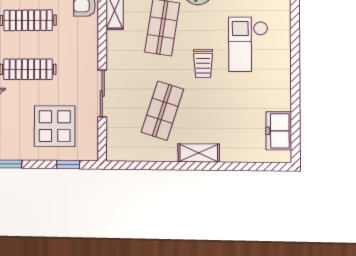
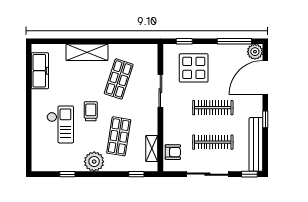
freezer: (279, 131) -> (40, 71), width x1.40
shelving: (199, 153) -> (87, 52), width x1.50, depth x1.33

